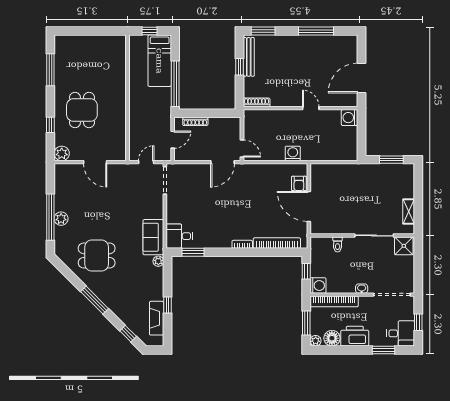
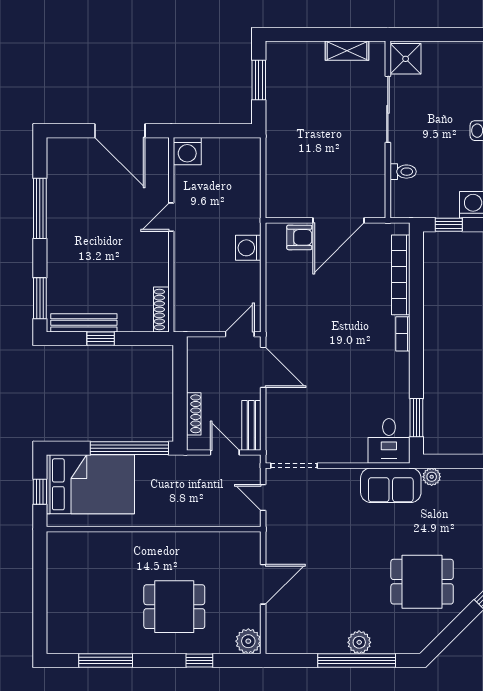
bed: (160, 61) -> (90, 484), width x1.50
bench: (189, 155) -> (251, 425), added
dining table: (97, 256) -> (422, 582), turned 90

